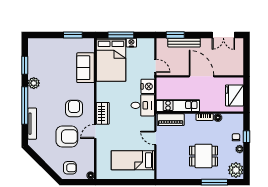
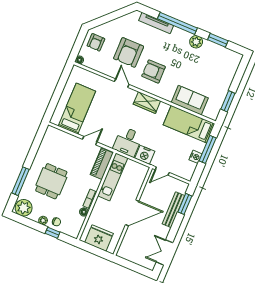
bed: (111, 60) -> (189, 124), width x0.67
armchair: (74, 109) -> (154, 71), turned 180
wardrobe: (103, 113) -> (147, 102), moved

